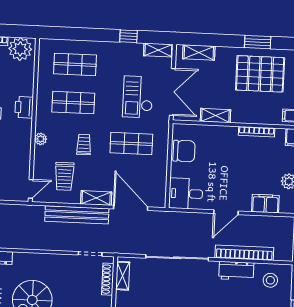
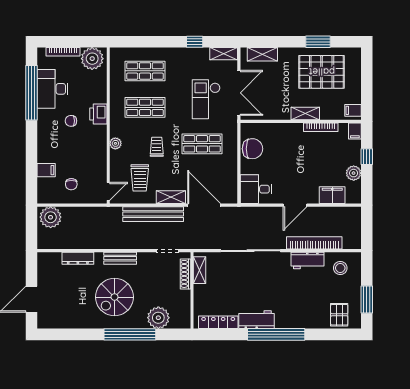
shelving: (215, 116) -> (305, 114), moved
bench: (40, 260) -> (120, 258), added

